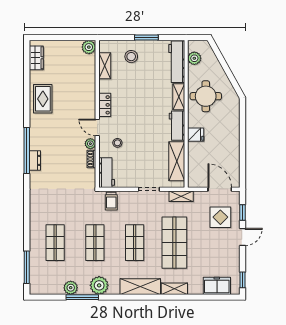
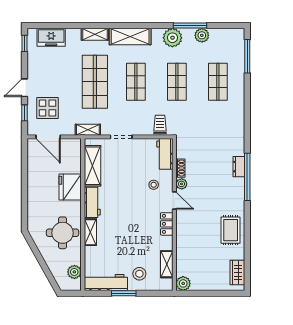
workbench: (177, 62) -> (106, 283), moved, turned -90
fridge: (196, 135) -> (70, 187), width x1.88, depth x1.34

